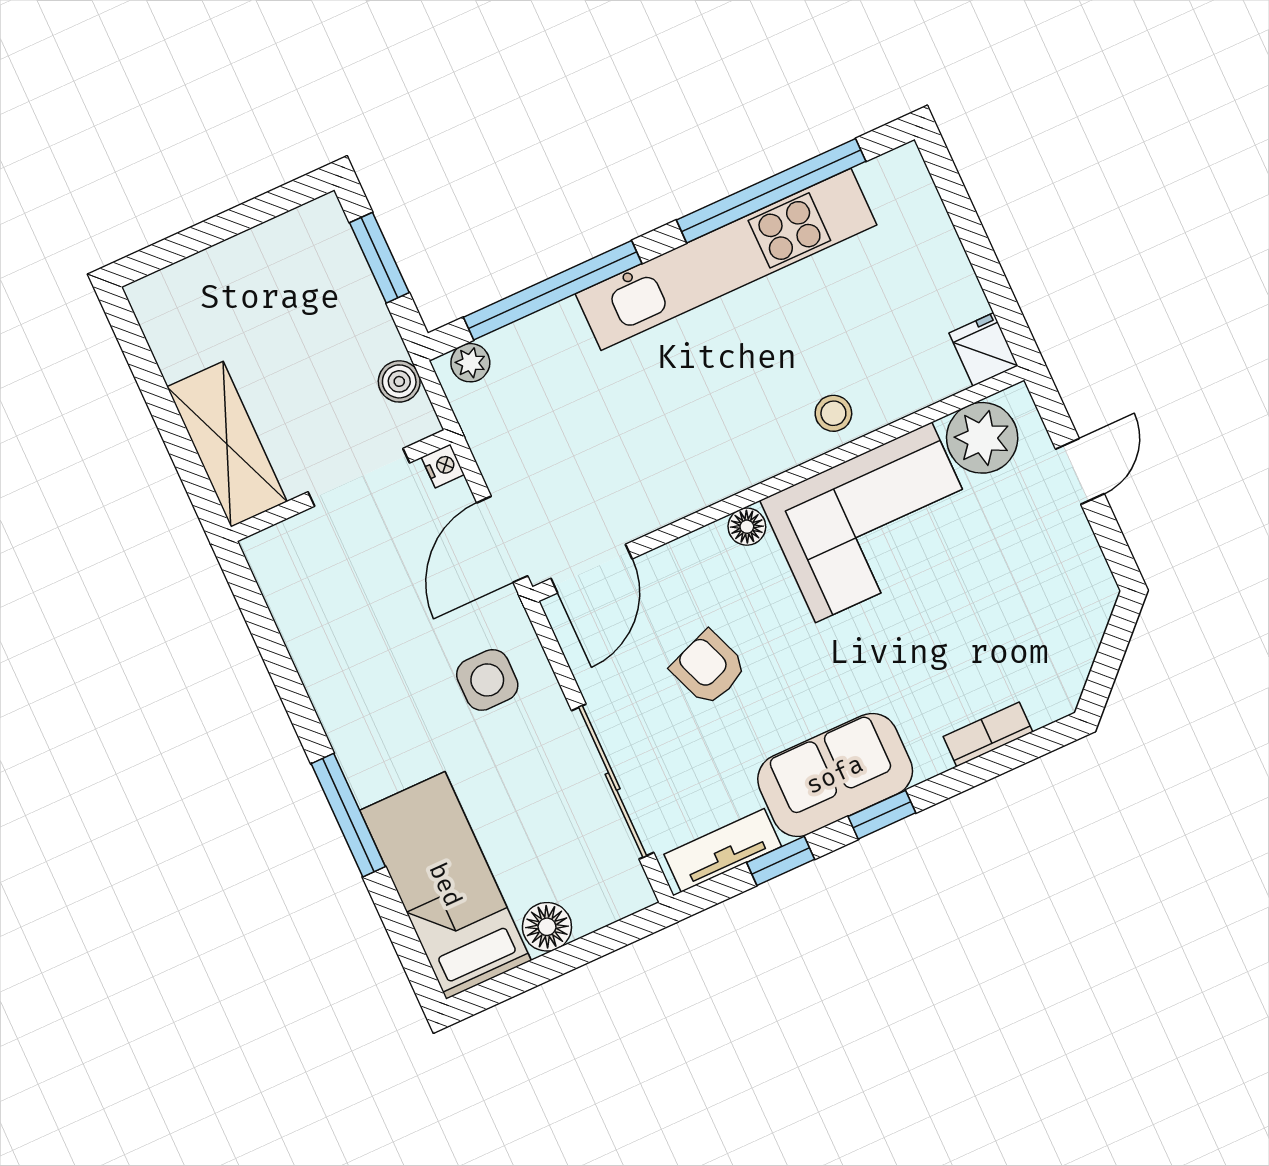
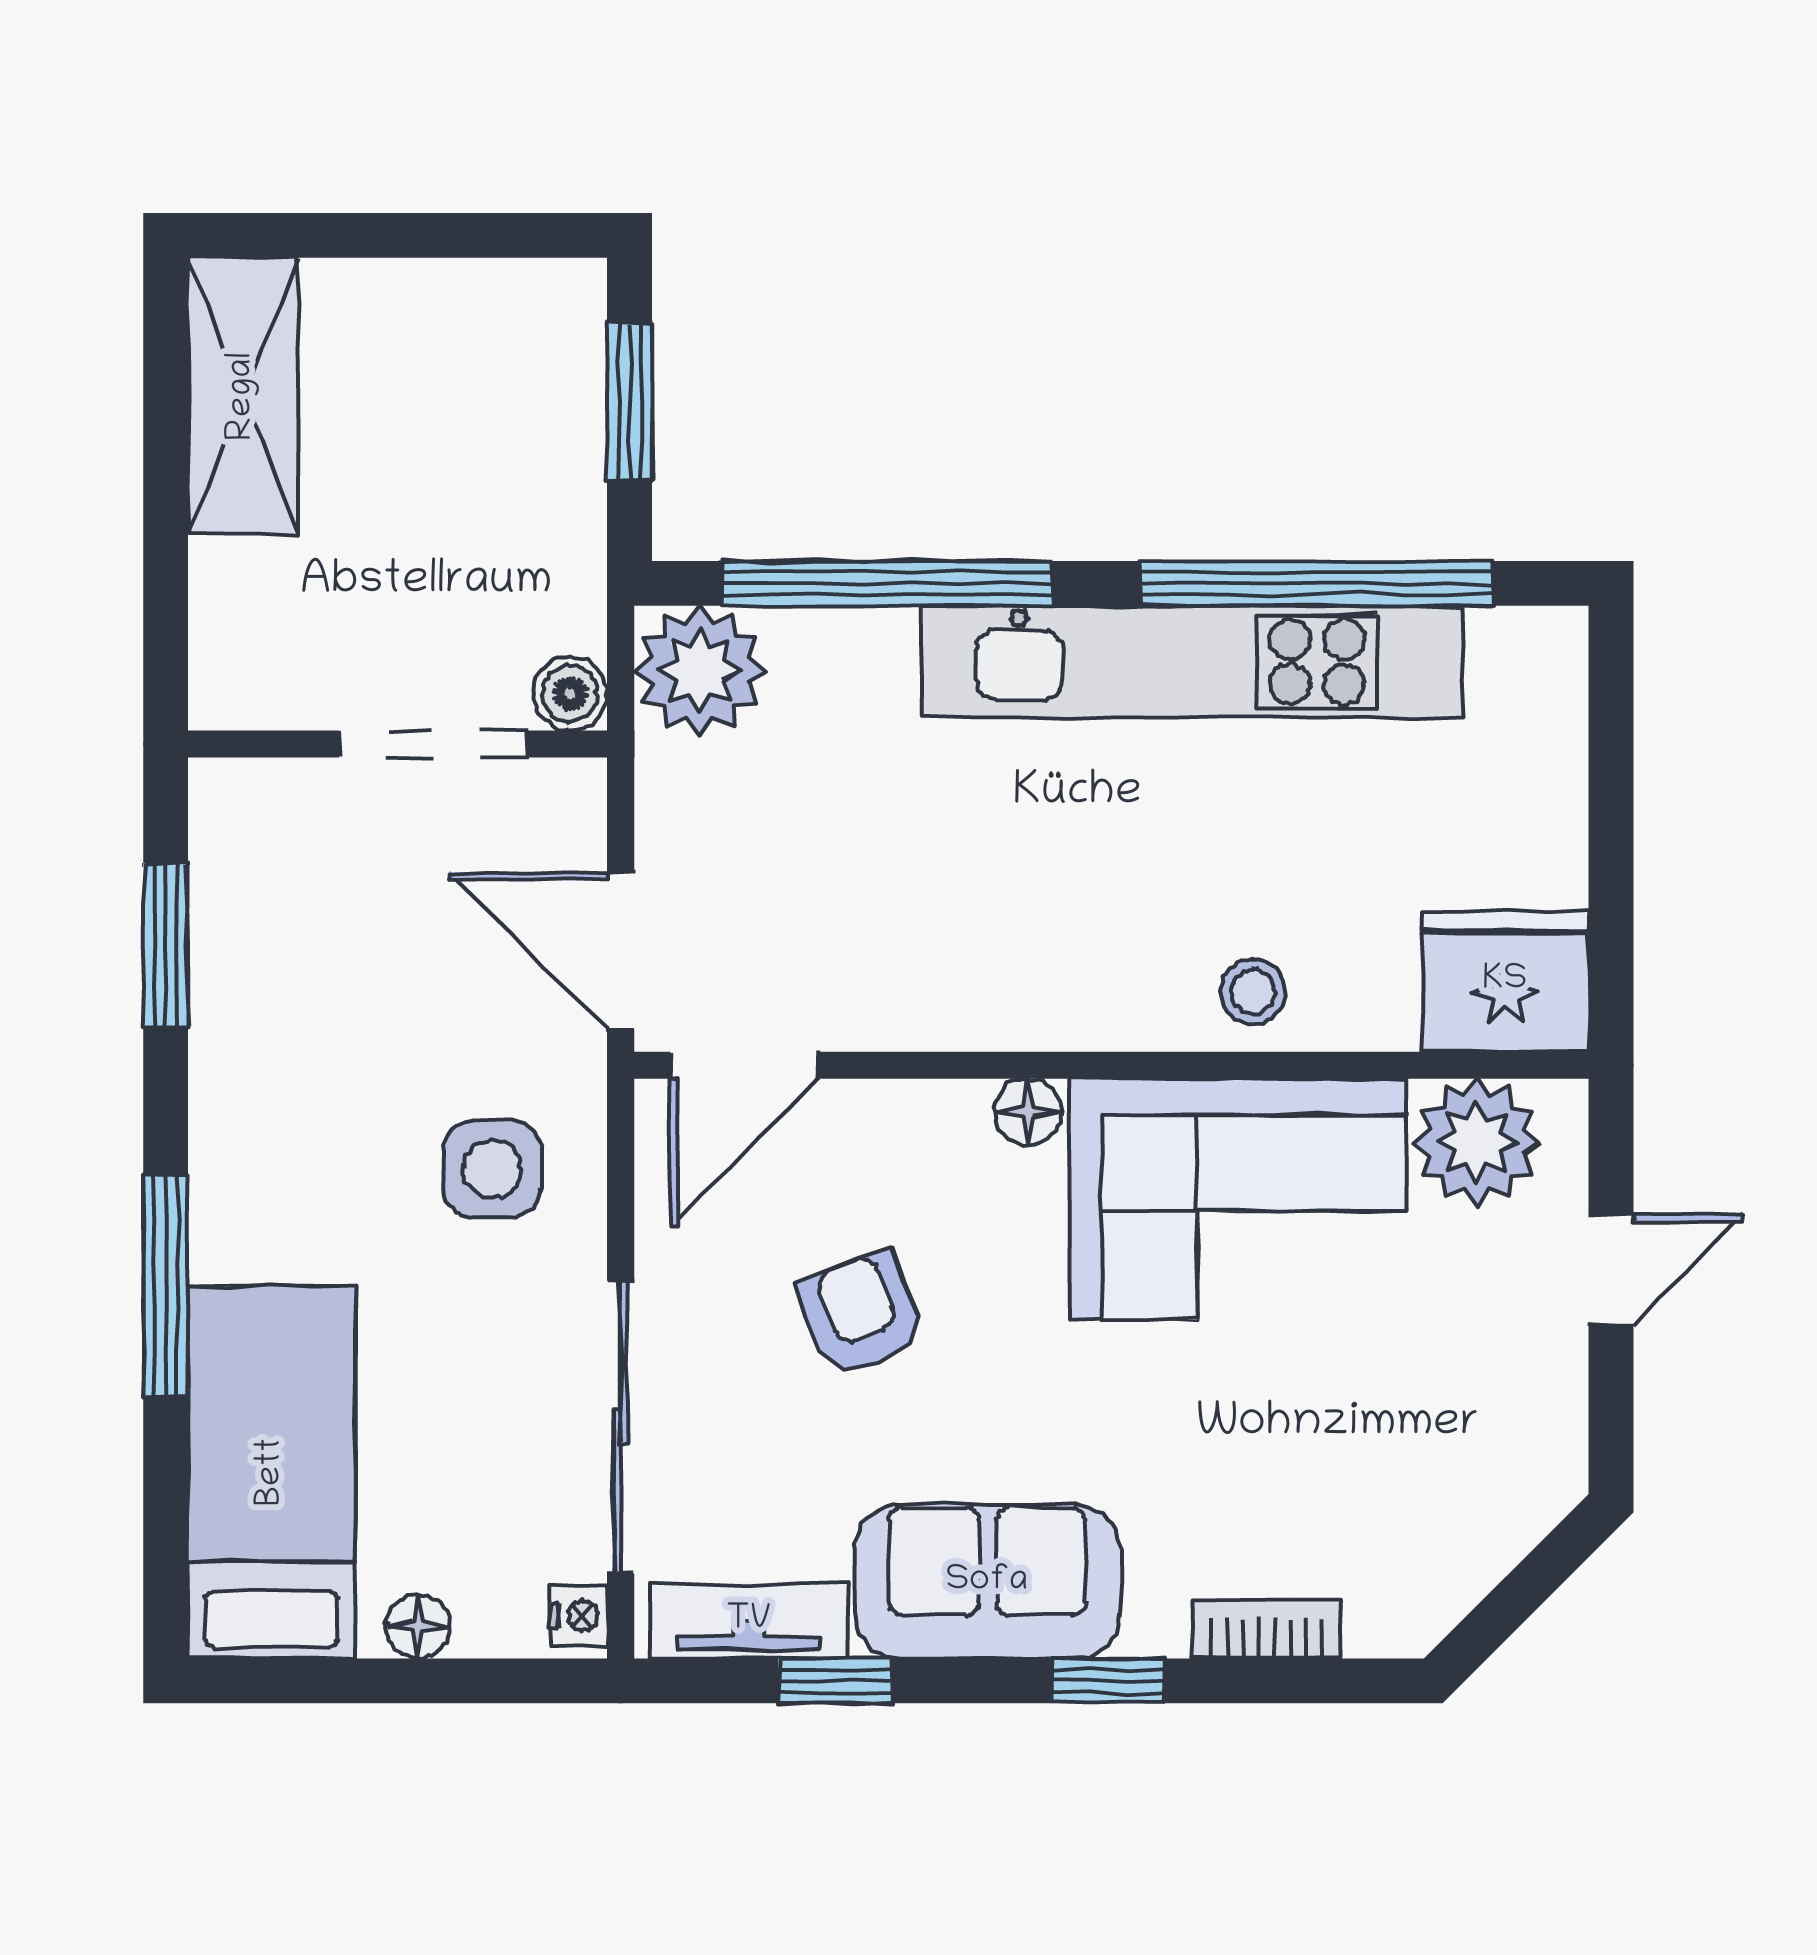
fridge: (983, 349) -> (1505, 981), width x1.88, depth x1.34
plant: (470, 363) -> (700, 670), width x1.87, depth x1.87
boiler: (399, 381) -> (570, 693), moved
shelving: (227, 444) -> (243, 396), moved
nightstand: (443, 466) -> (579, 1616), moved
door: (502, 539) -> (621, 951), hinge flipped
window: (269, 642) -> (166, 946), added
window: (882, 815) -> (1109, 1681), moved
floor lamp: (547, 927) -> (418, 1627), width x0.73, depth x0.73

